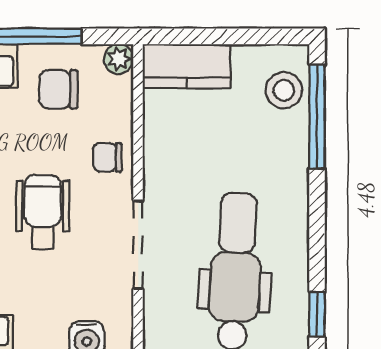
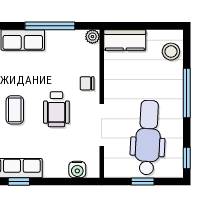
chair: (59, 89) -> (64, 51), removed
window: (317, 117) -> (187, 93), moved
wheelchair: (43, 212) -> (56, 109), turned 180

